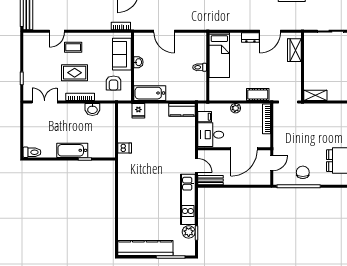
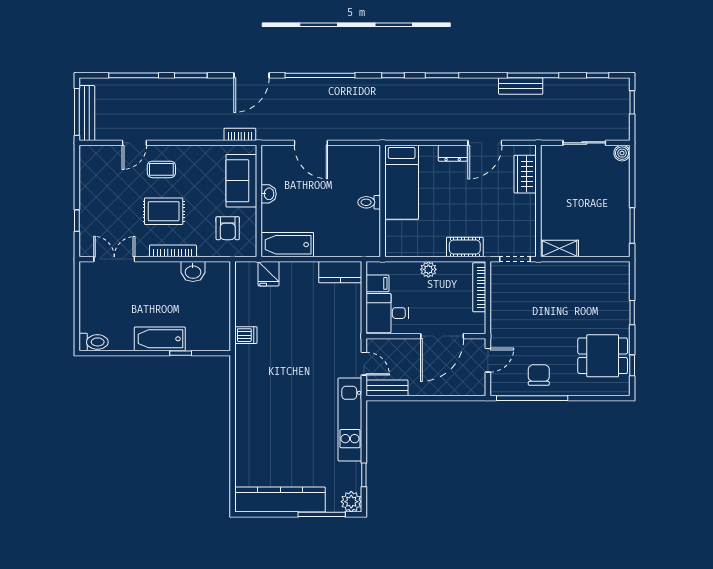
plant: (189, 232) -> (351, 502), moved

